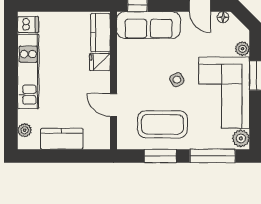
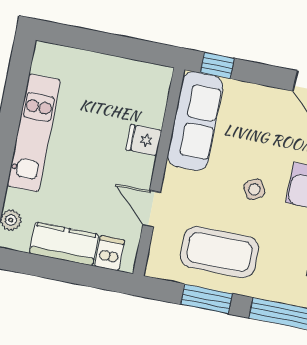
dishwasher: (28, 25) -> (110, 253), moved, turned -90
sofa: (149, 25) -> (195, 121), moved, turned -90
kitchen counter: (100, 33) -> (154, 96), removed

